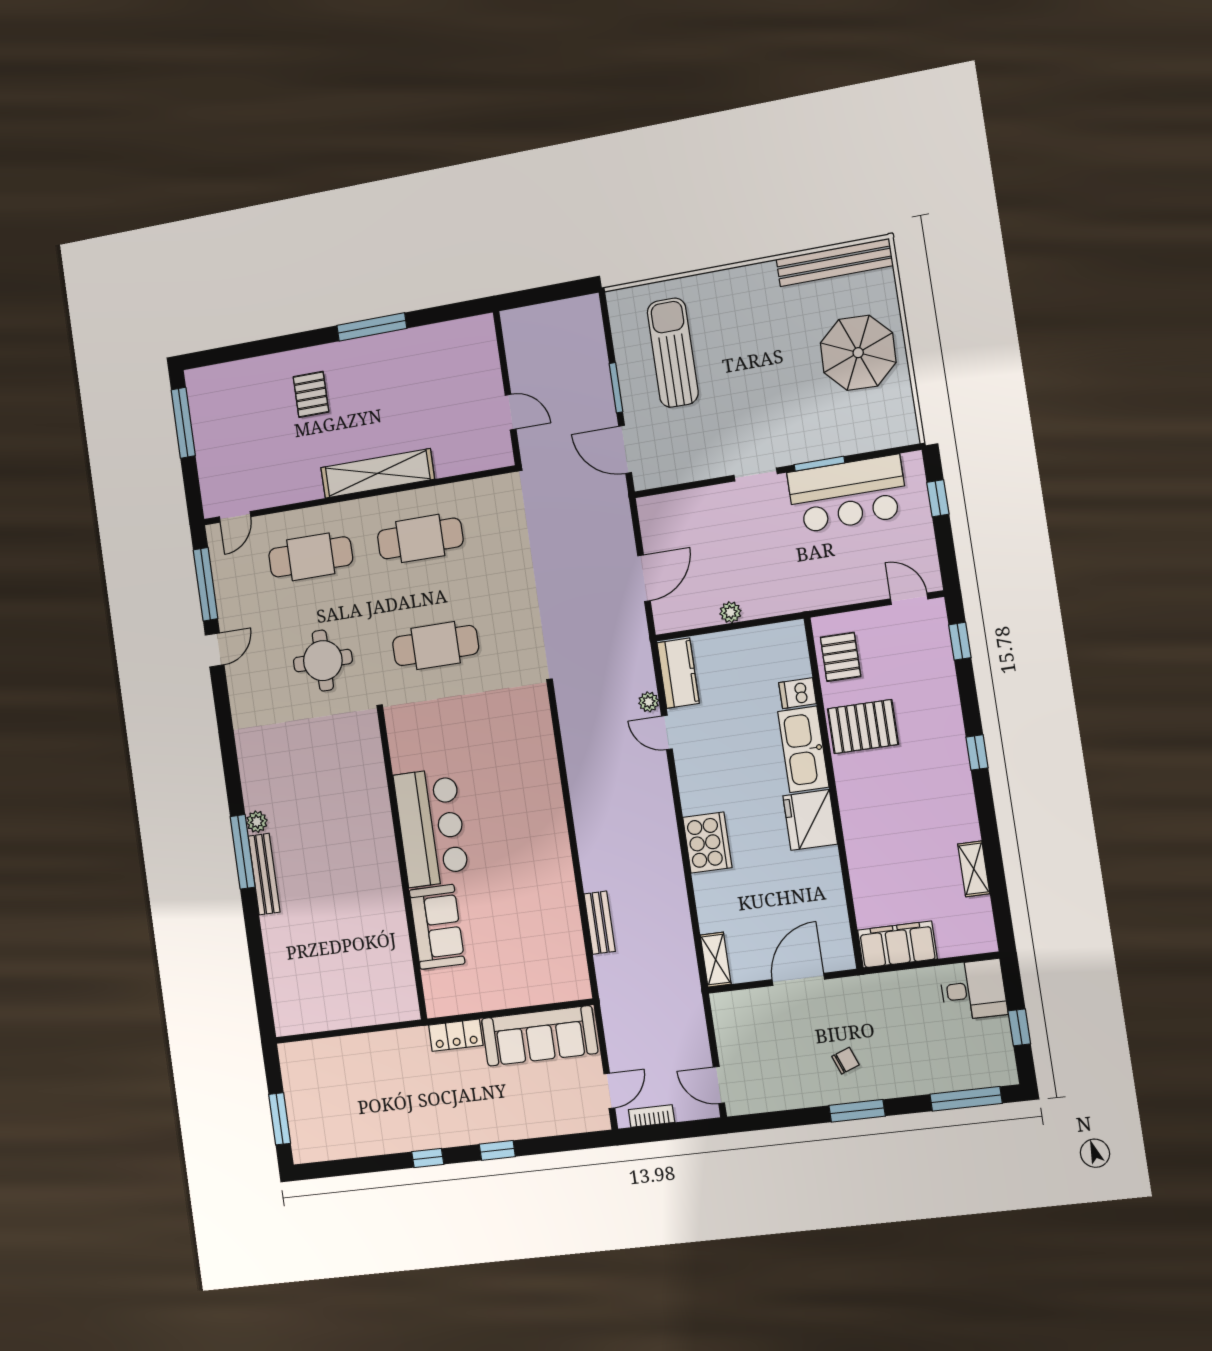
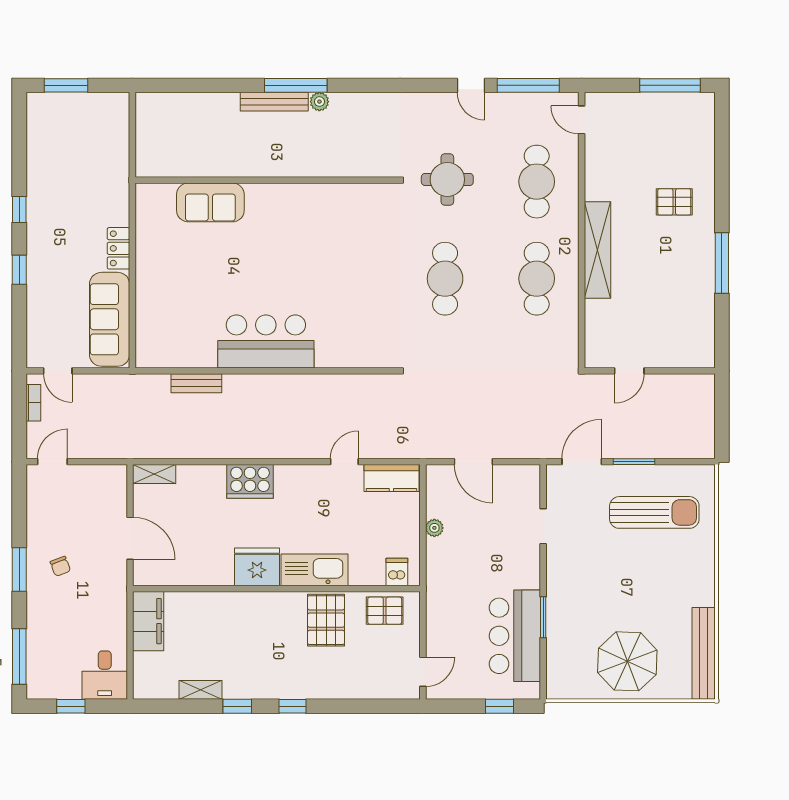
doorway: (756, 474) -> (543, 526), moved
window: (960, 641) -> (237, 706), moved
dishwasher: (798, 693) -> (397, 572), moved
plant: (649, 702) -> (371, 450), removed
bar counter: (431, 827) -> (266, 341), moved, turned 180
wall: (402, 865) -> (266, 180), moved
sofa: (437, 927) -> (210, 202), moved

